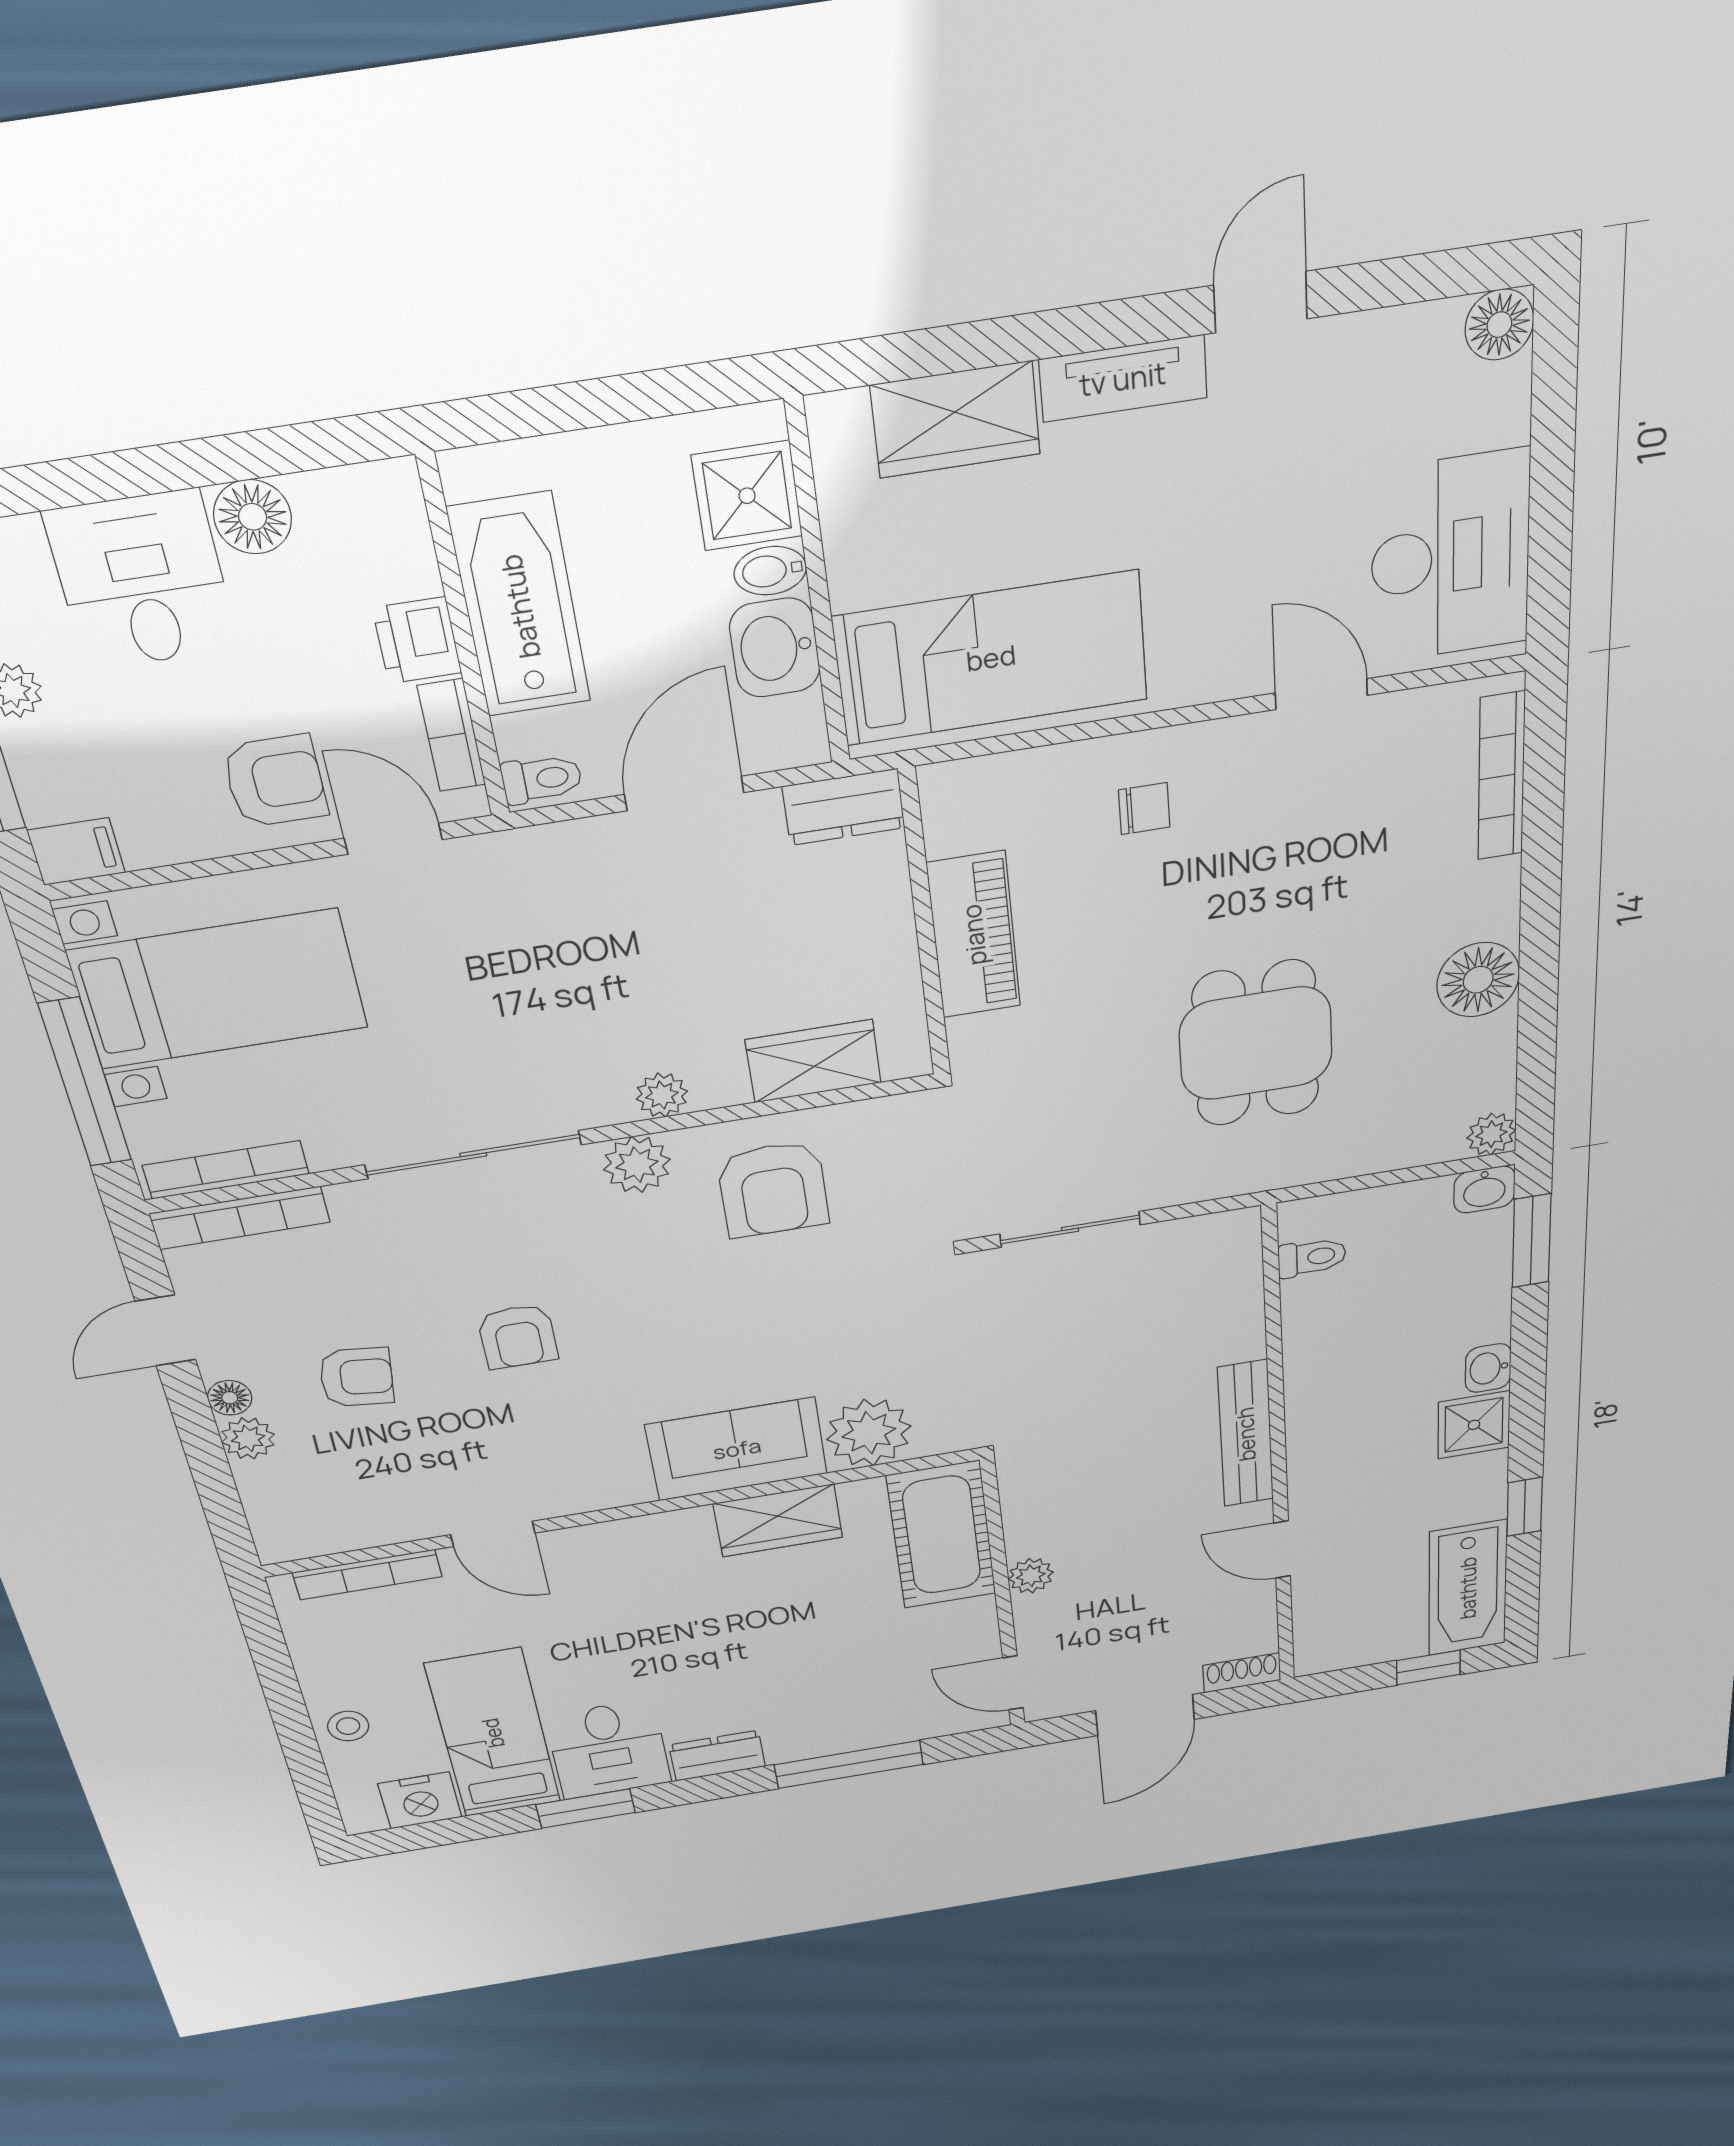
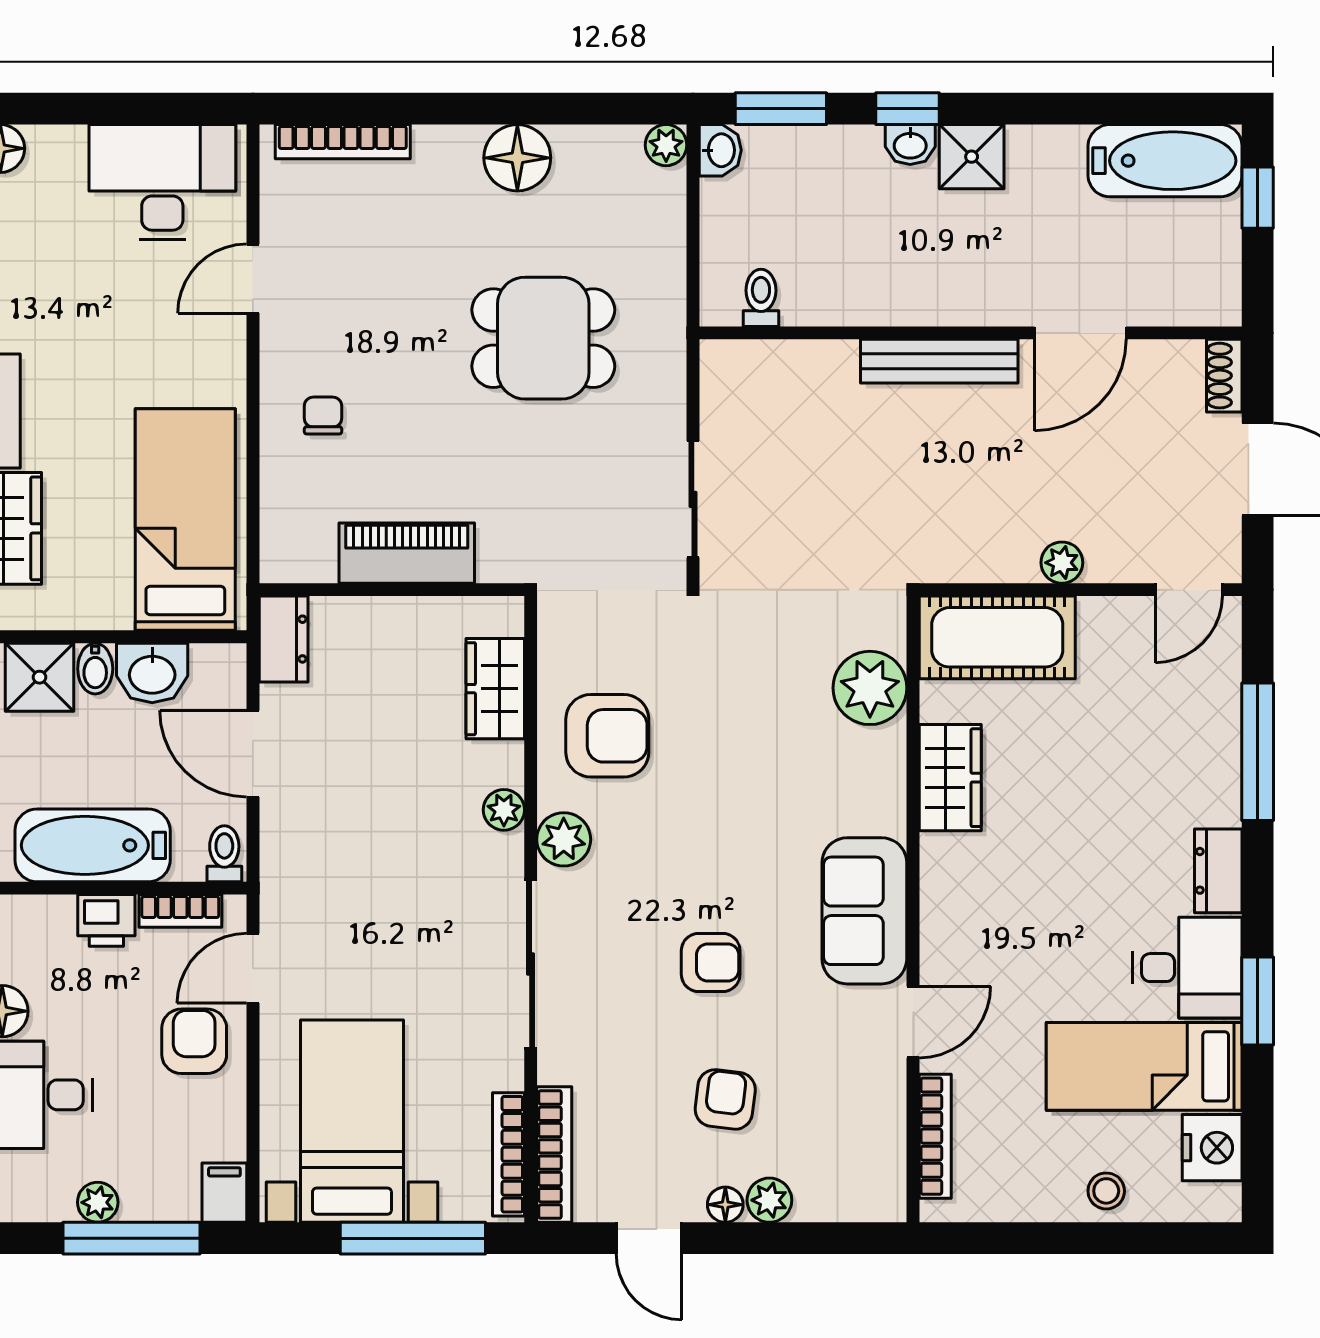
sofa: (737, 1449) -> (864, 911), moved
window: (1525, 1507) -> (908, 109), moved
door: (1282, 1550) -> (1080, 333), width x1.38

